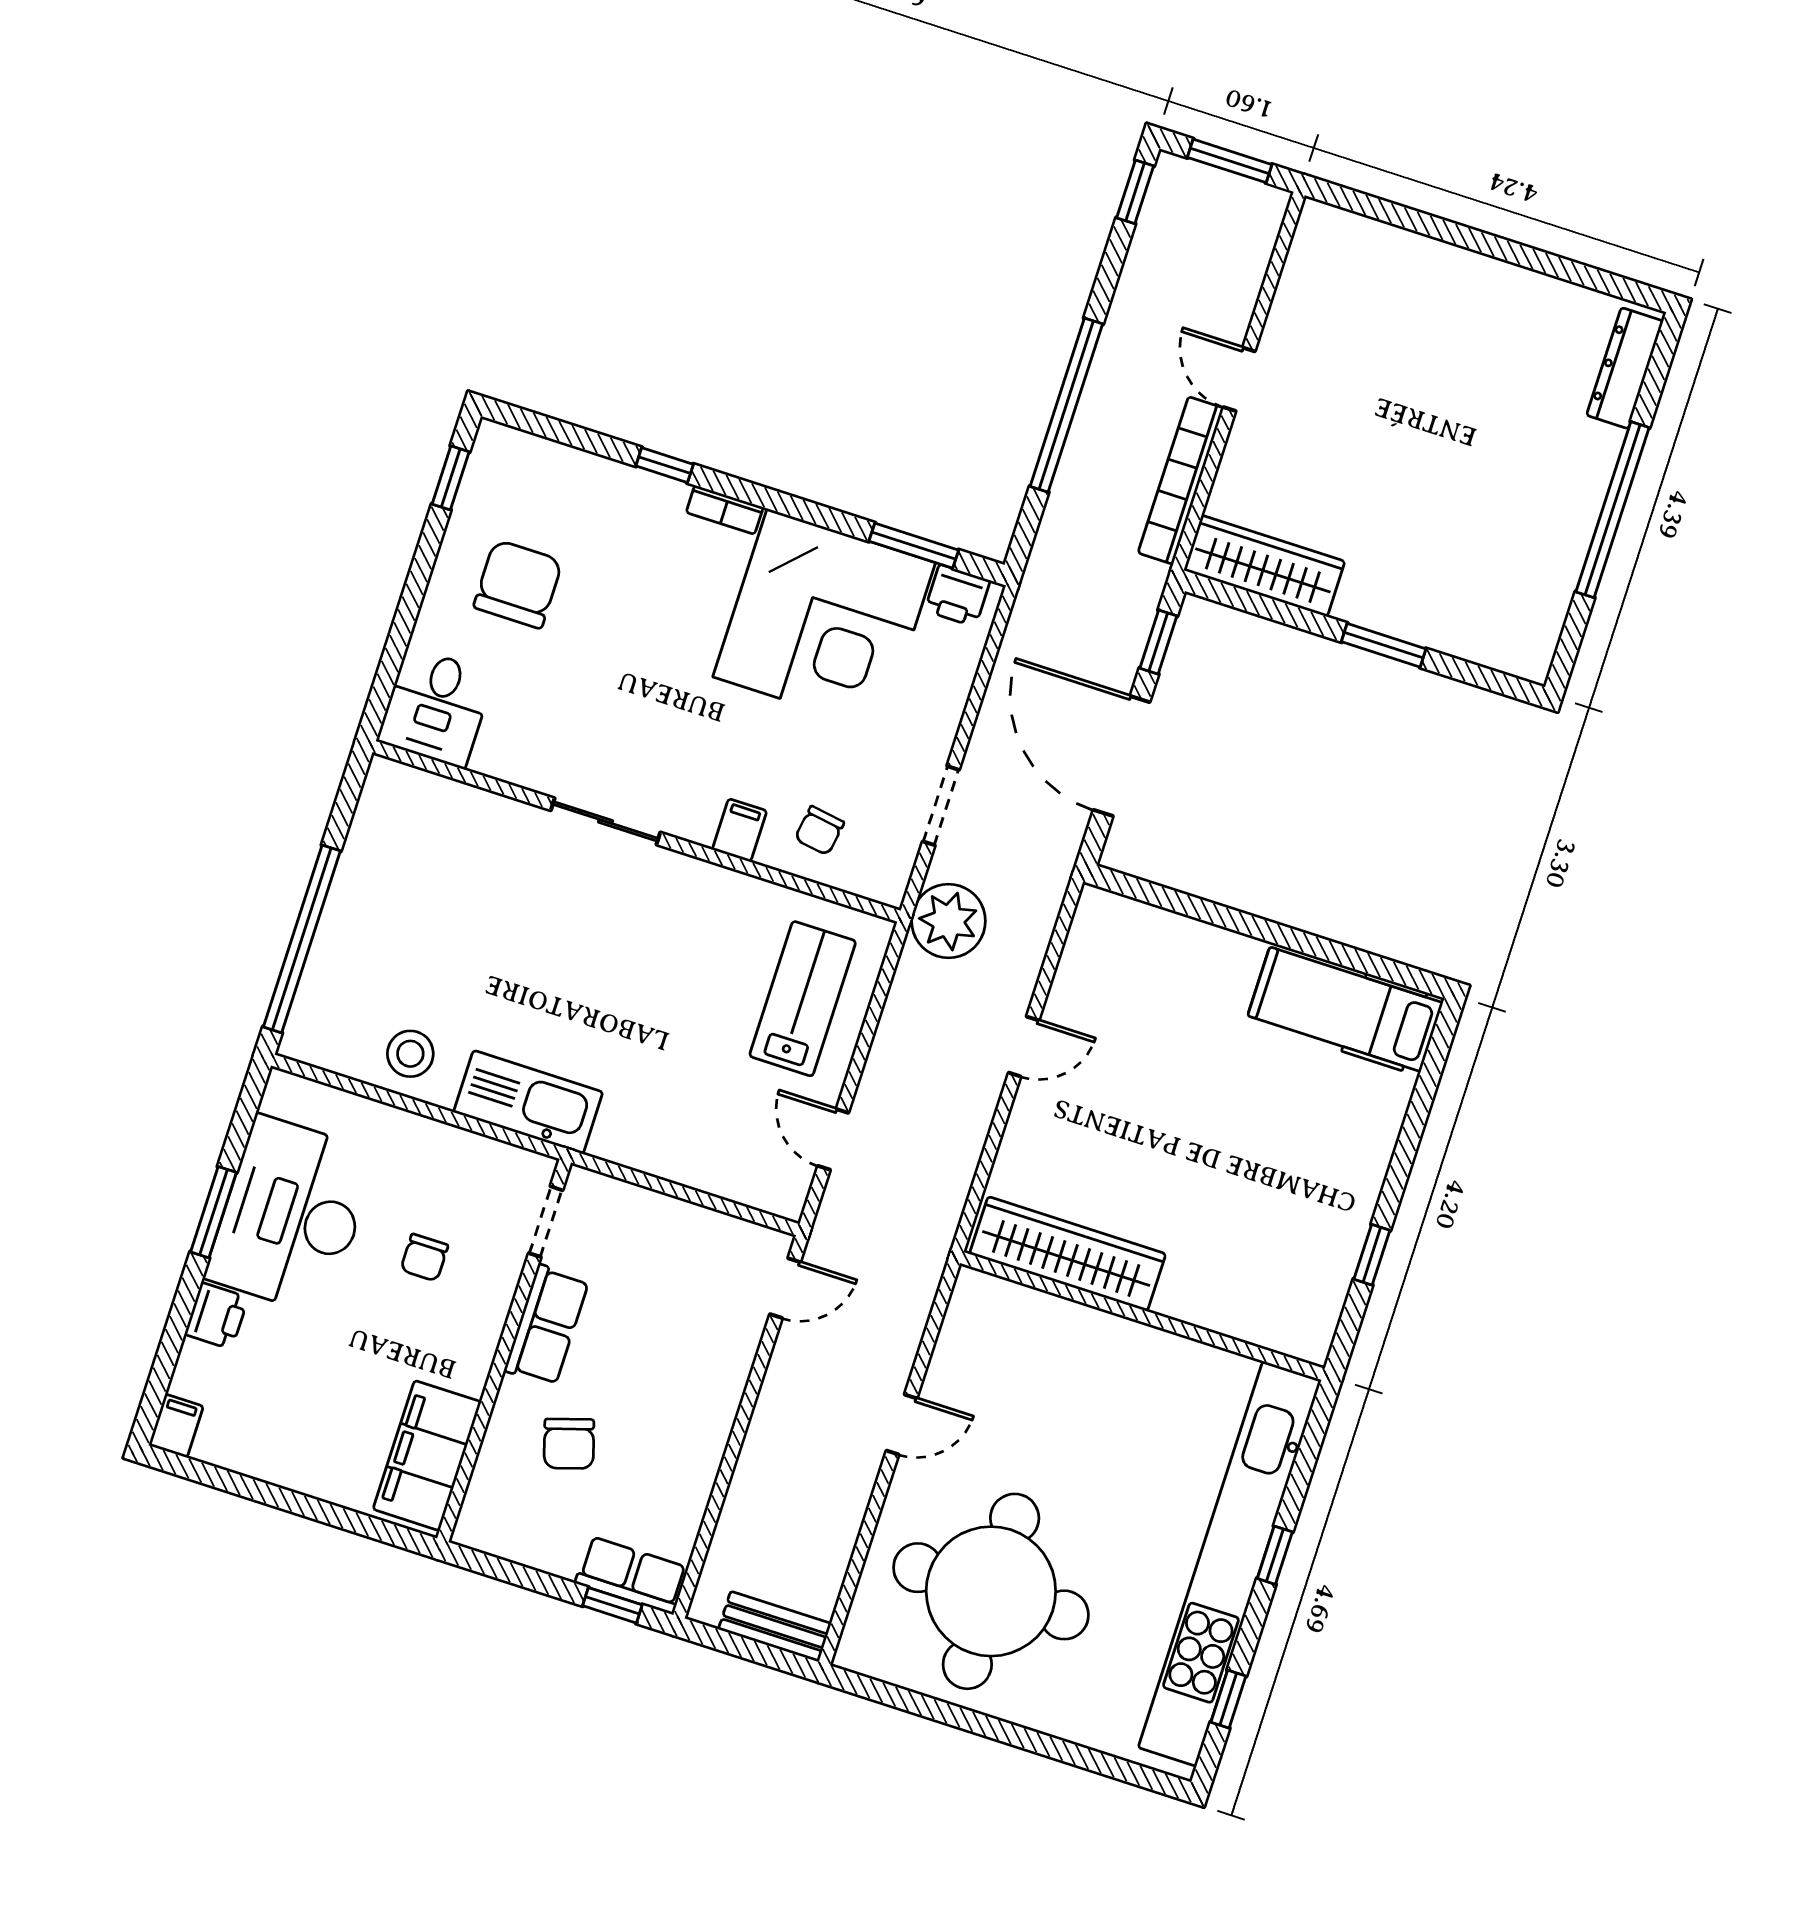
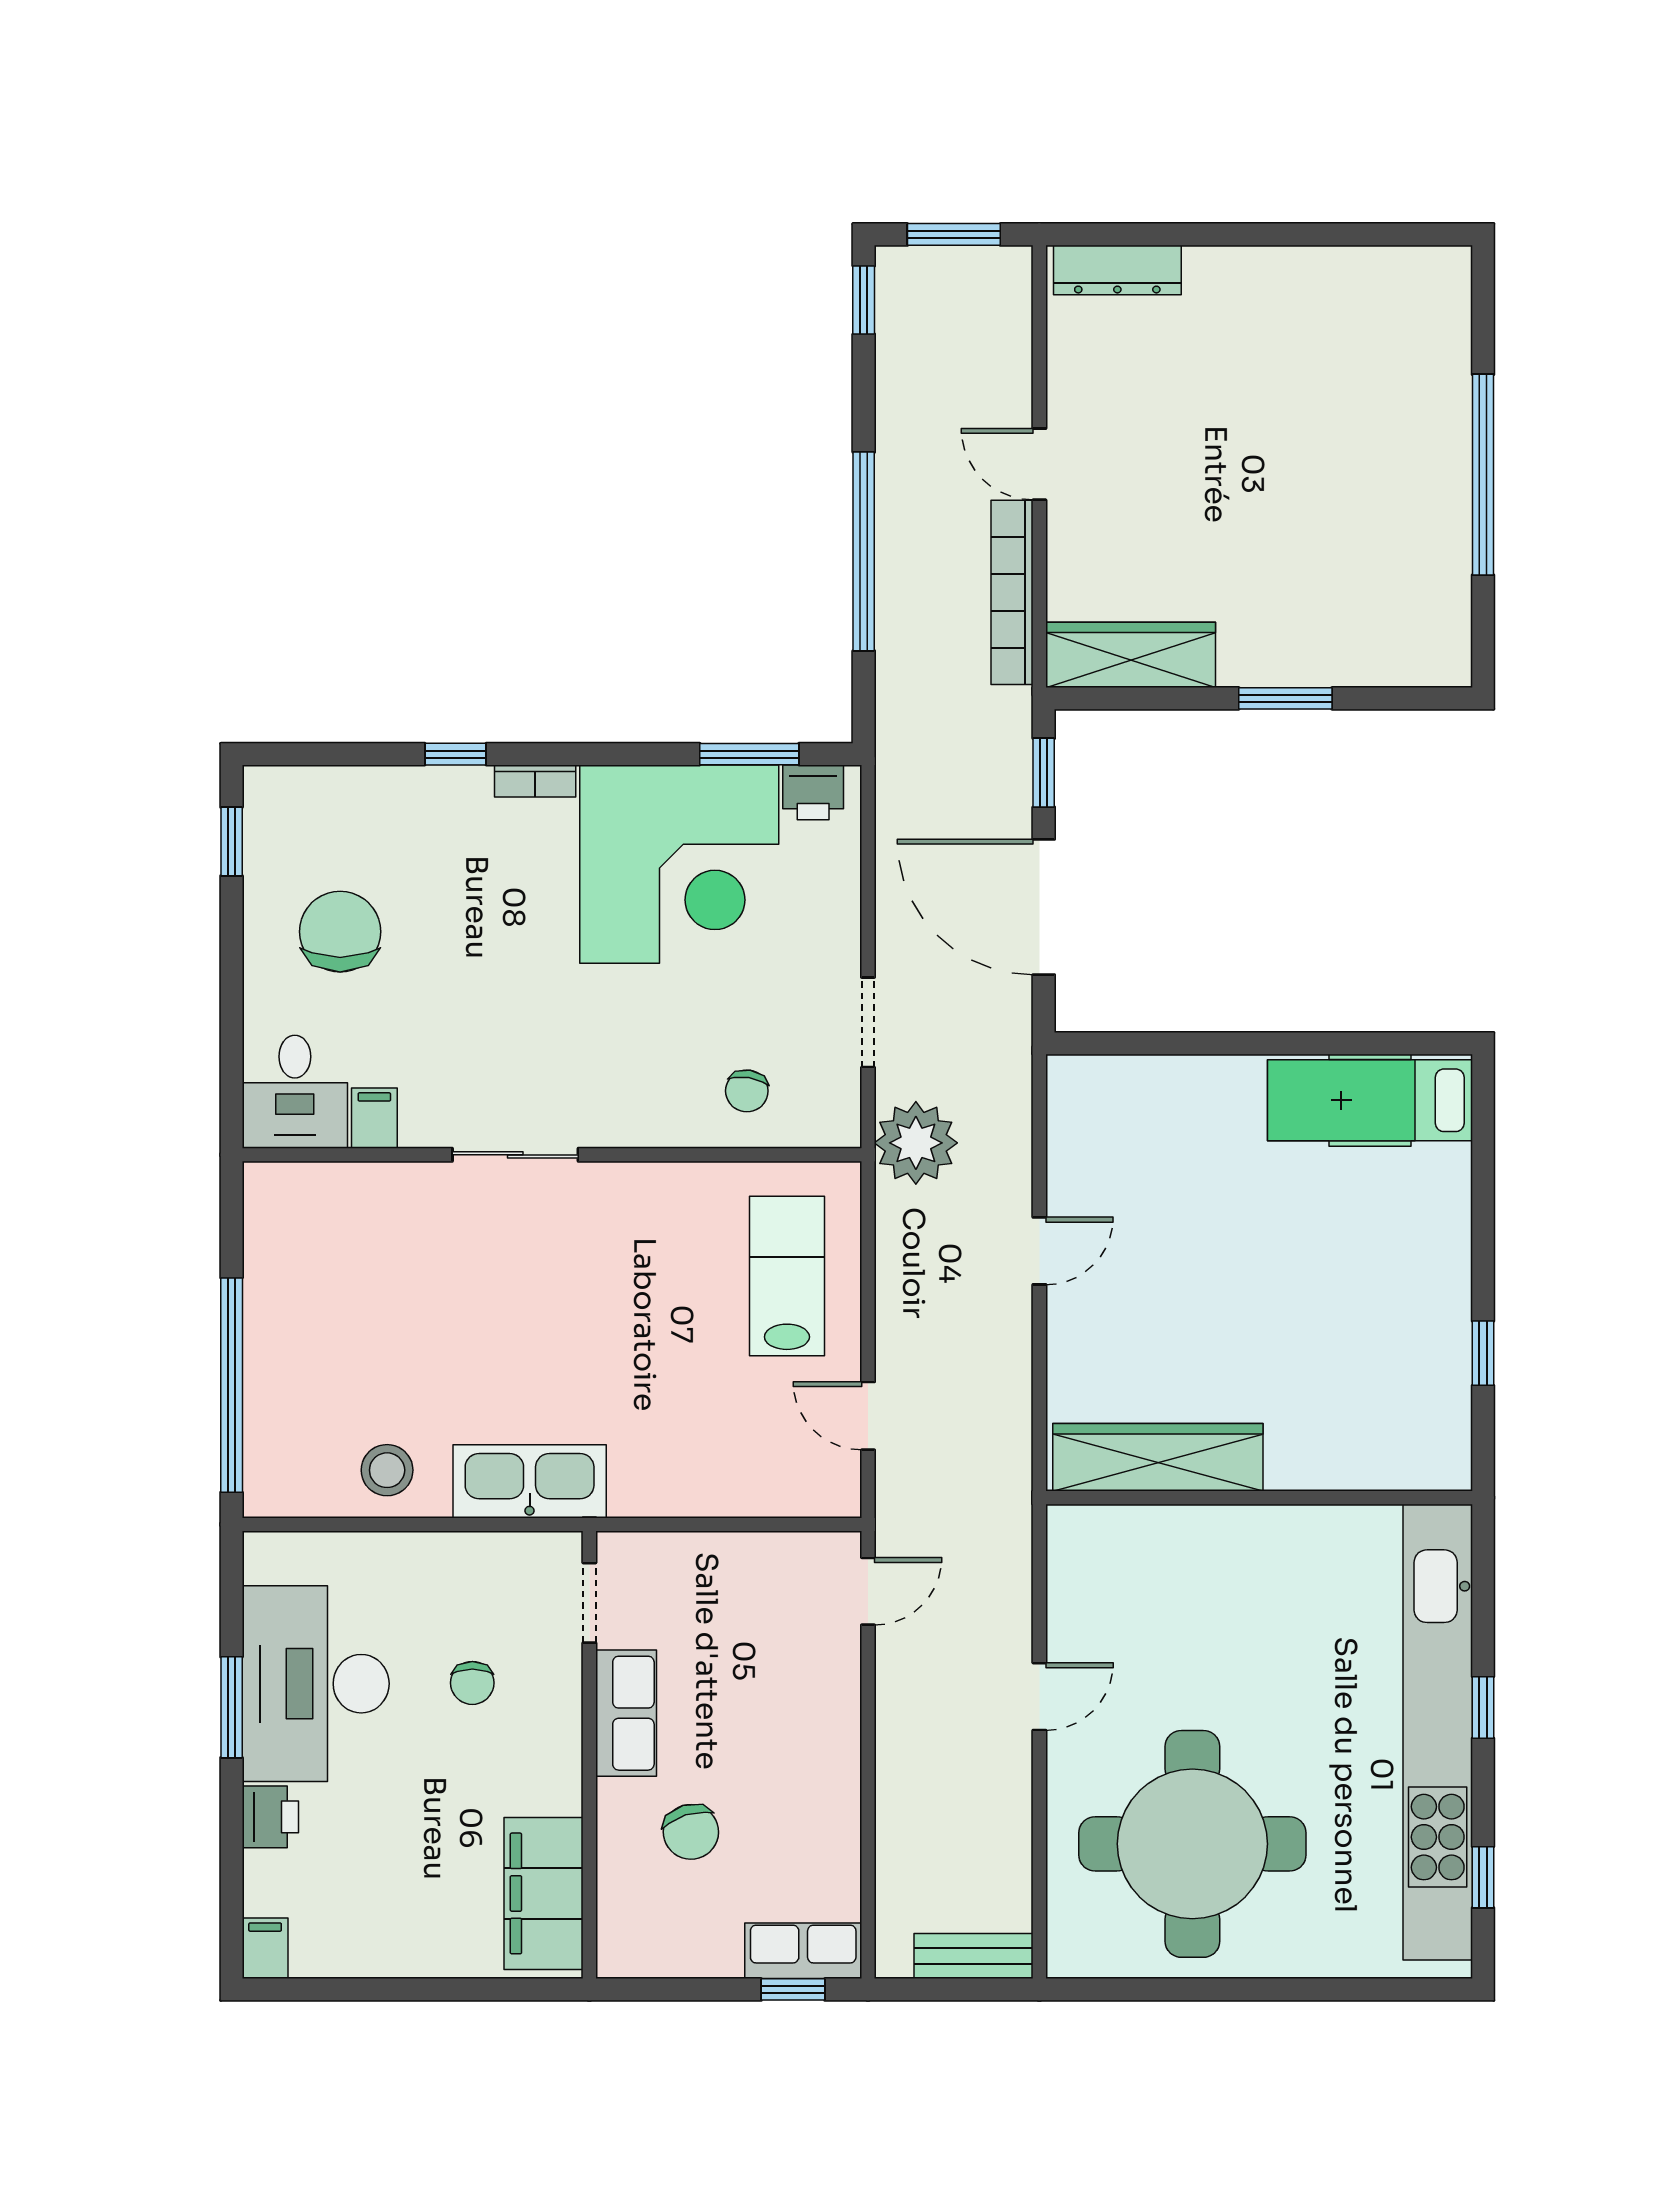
dresser: (1625, 368) -> (1117, 270), moved, turned -90
filing cabinet: (740, 830) -> (374, 1118), moved

